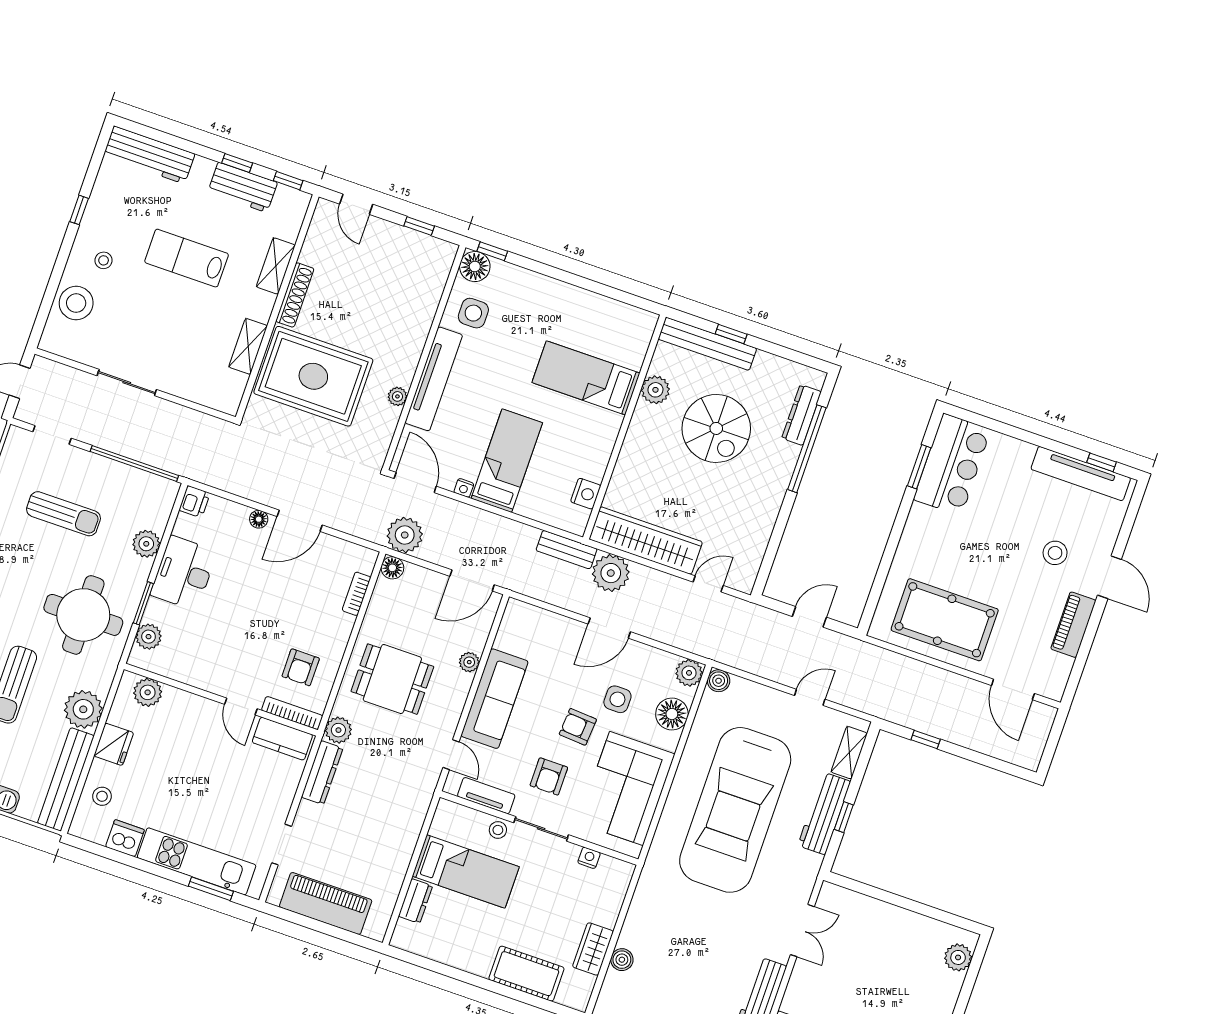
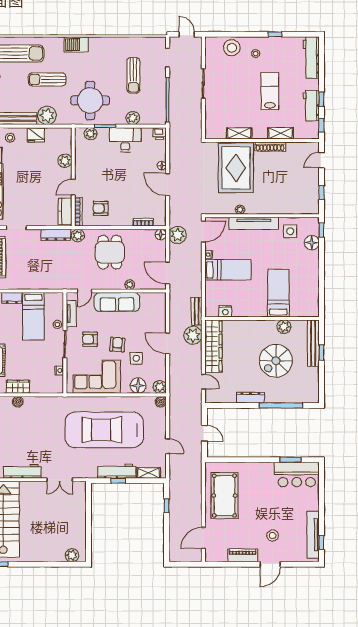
floor lamp: (475, 267) -> (312, 243), moved
dresser: (801, 415) -> (250, 398), moved
plant: (148, 692) -> (65, 161), moved

